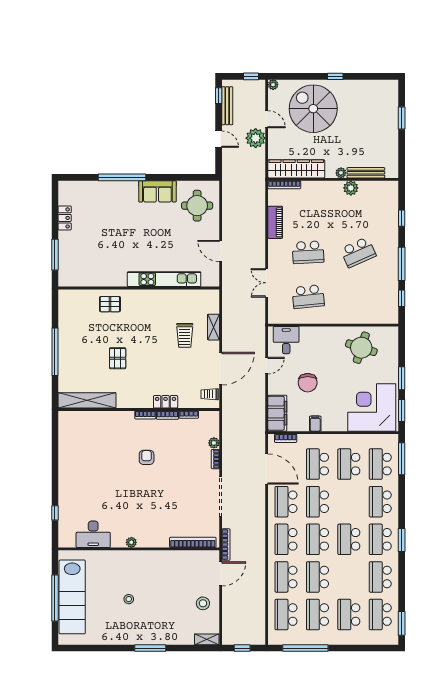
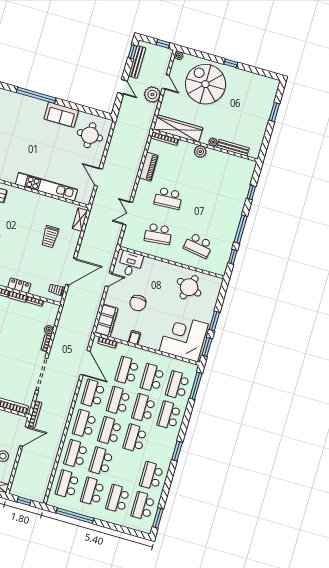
plant: (351, 188) -> (200, 152), moved
school desk: (358, 252) -> (198, 245), moved, turned 33
shelving: (213, 327) -> (80, 219), moved
school desk: (380, 539) -> (144, 408), moved

